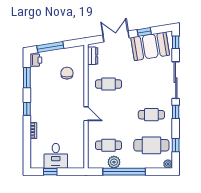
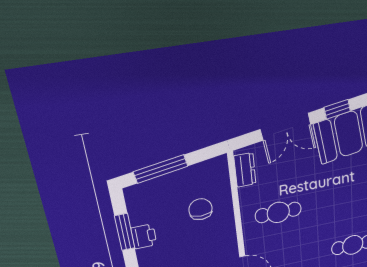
double door: (116, 36) -> (286, 127), swing flipped
printer: (36, 60) -> (144, 236), moved

